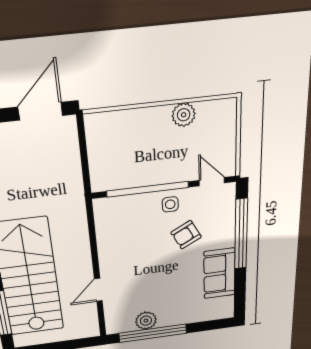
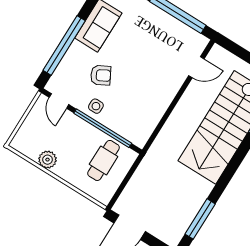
cafe table: (123, 159) -> (104, 160), added
door: (98, 290) -> (196, 67), moved
plant: (146, 321) -> (175, 28), removed

